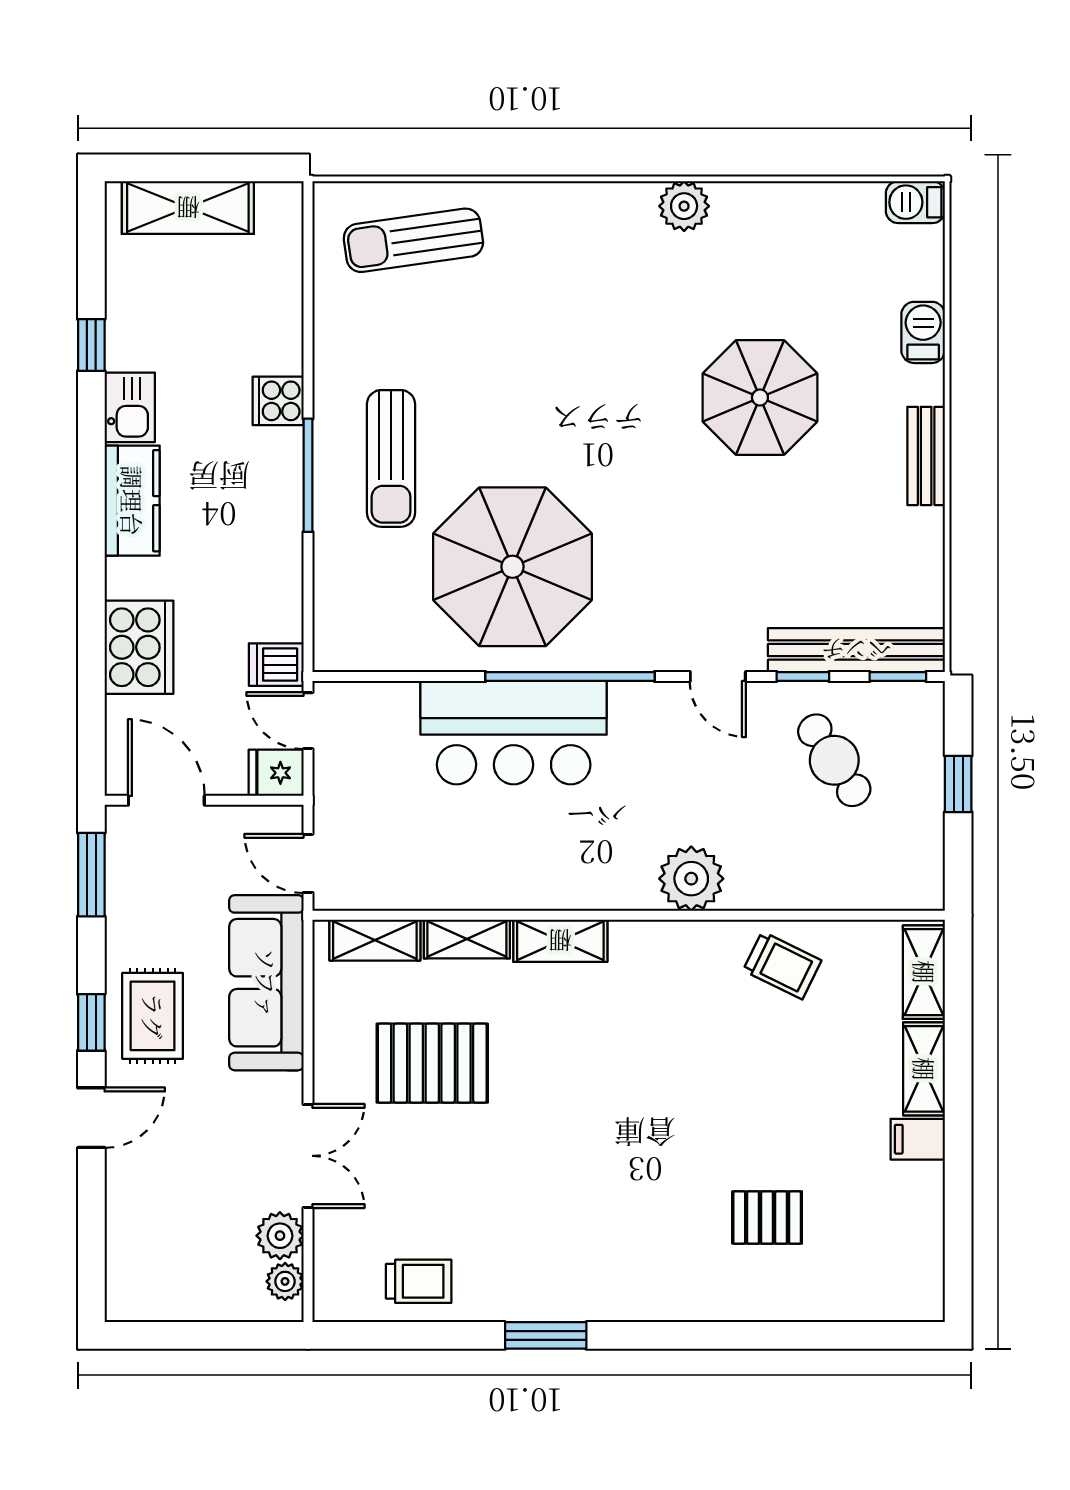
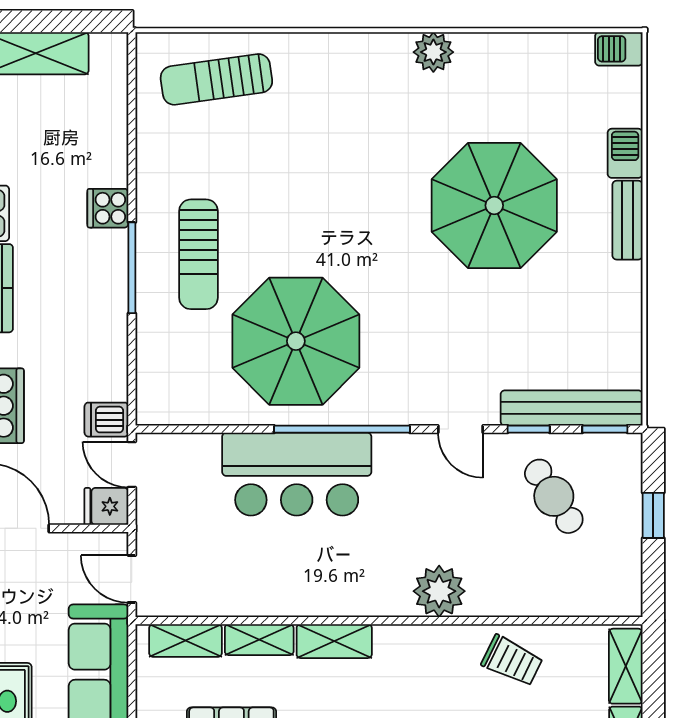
parasol: (760, 398) -> (494, 205), width x1.36, depth x1.36
bench: (926, 456) -> (627, 220), moved

